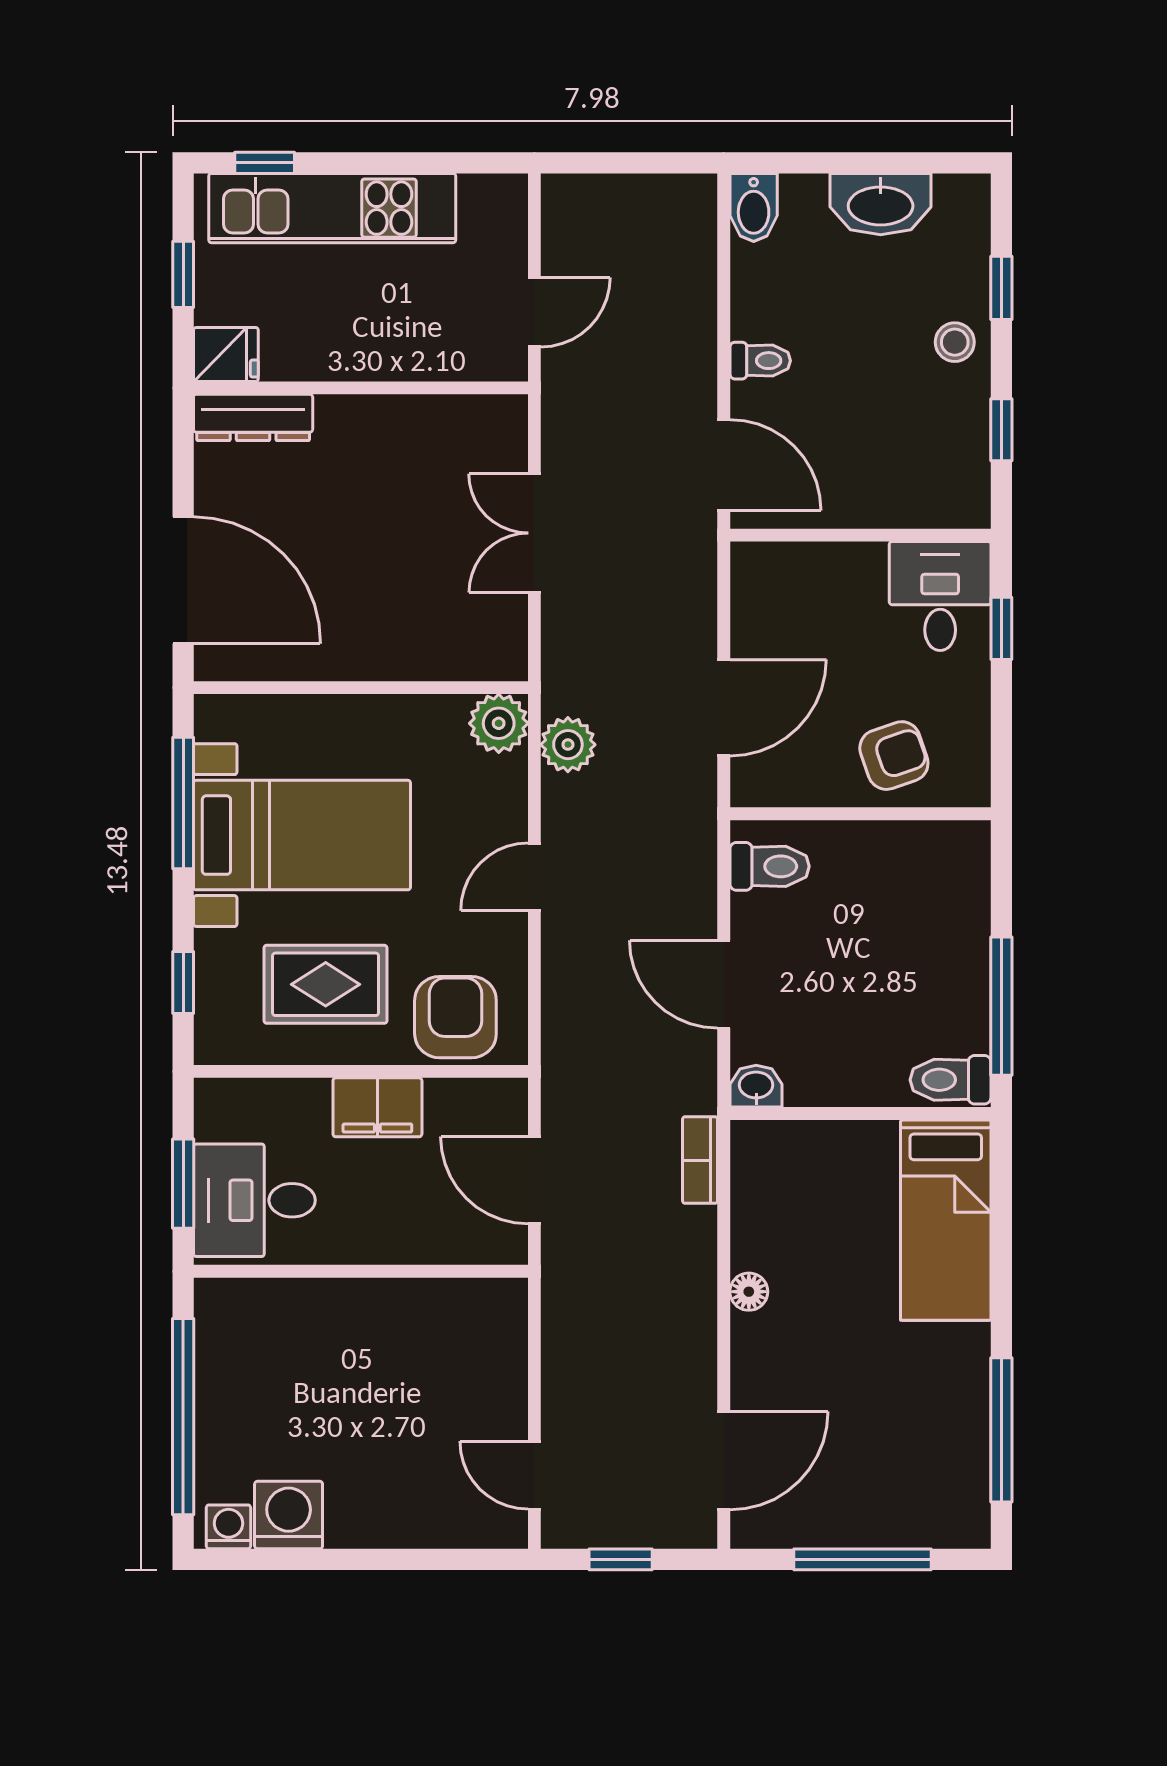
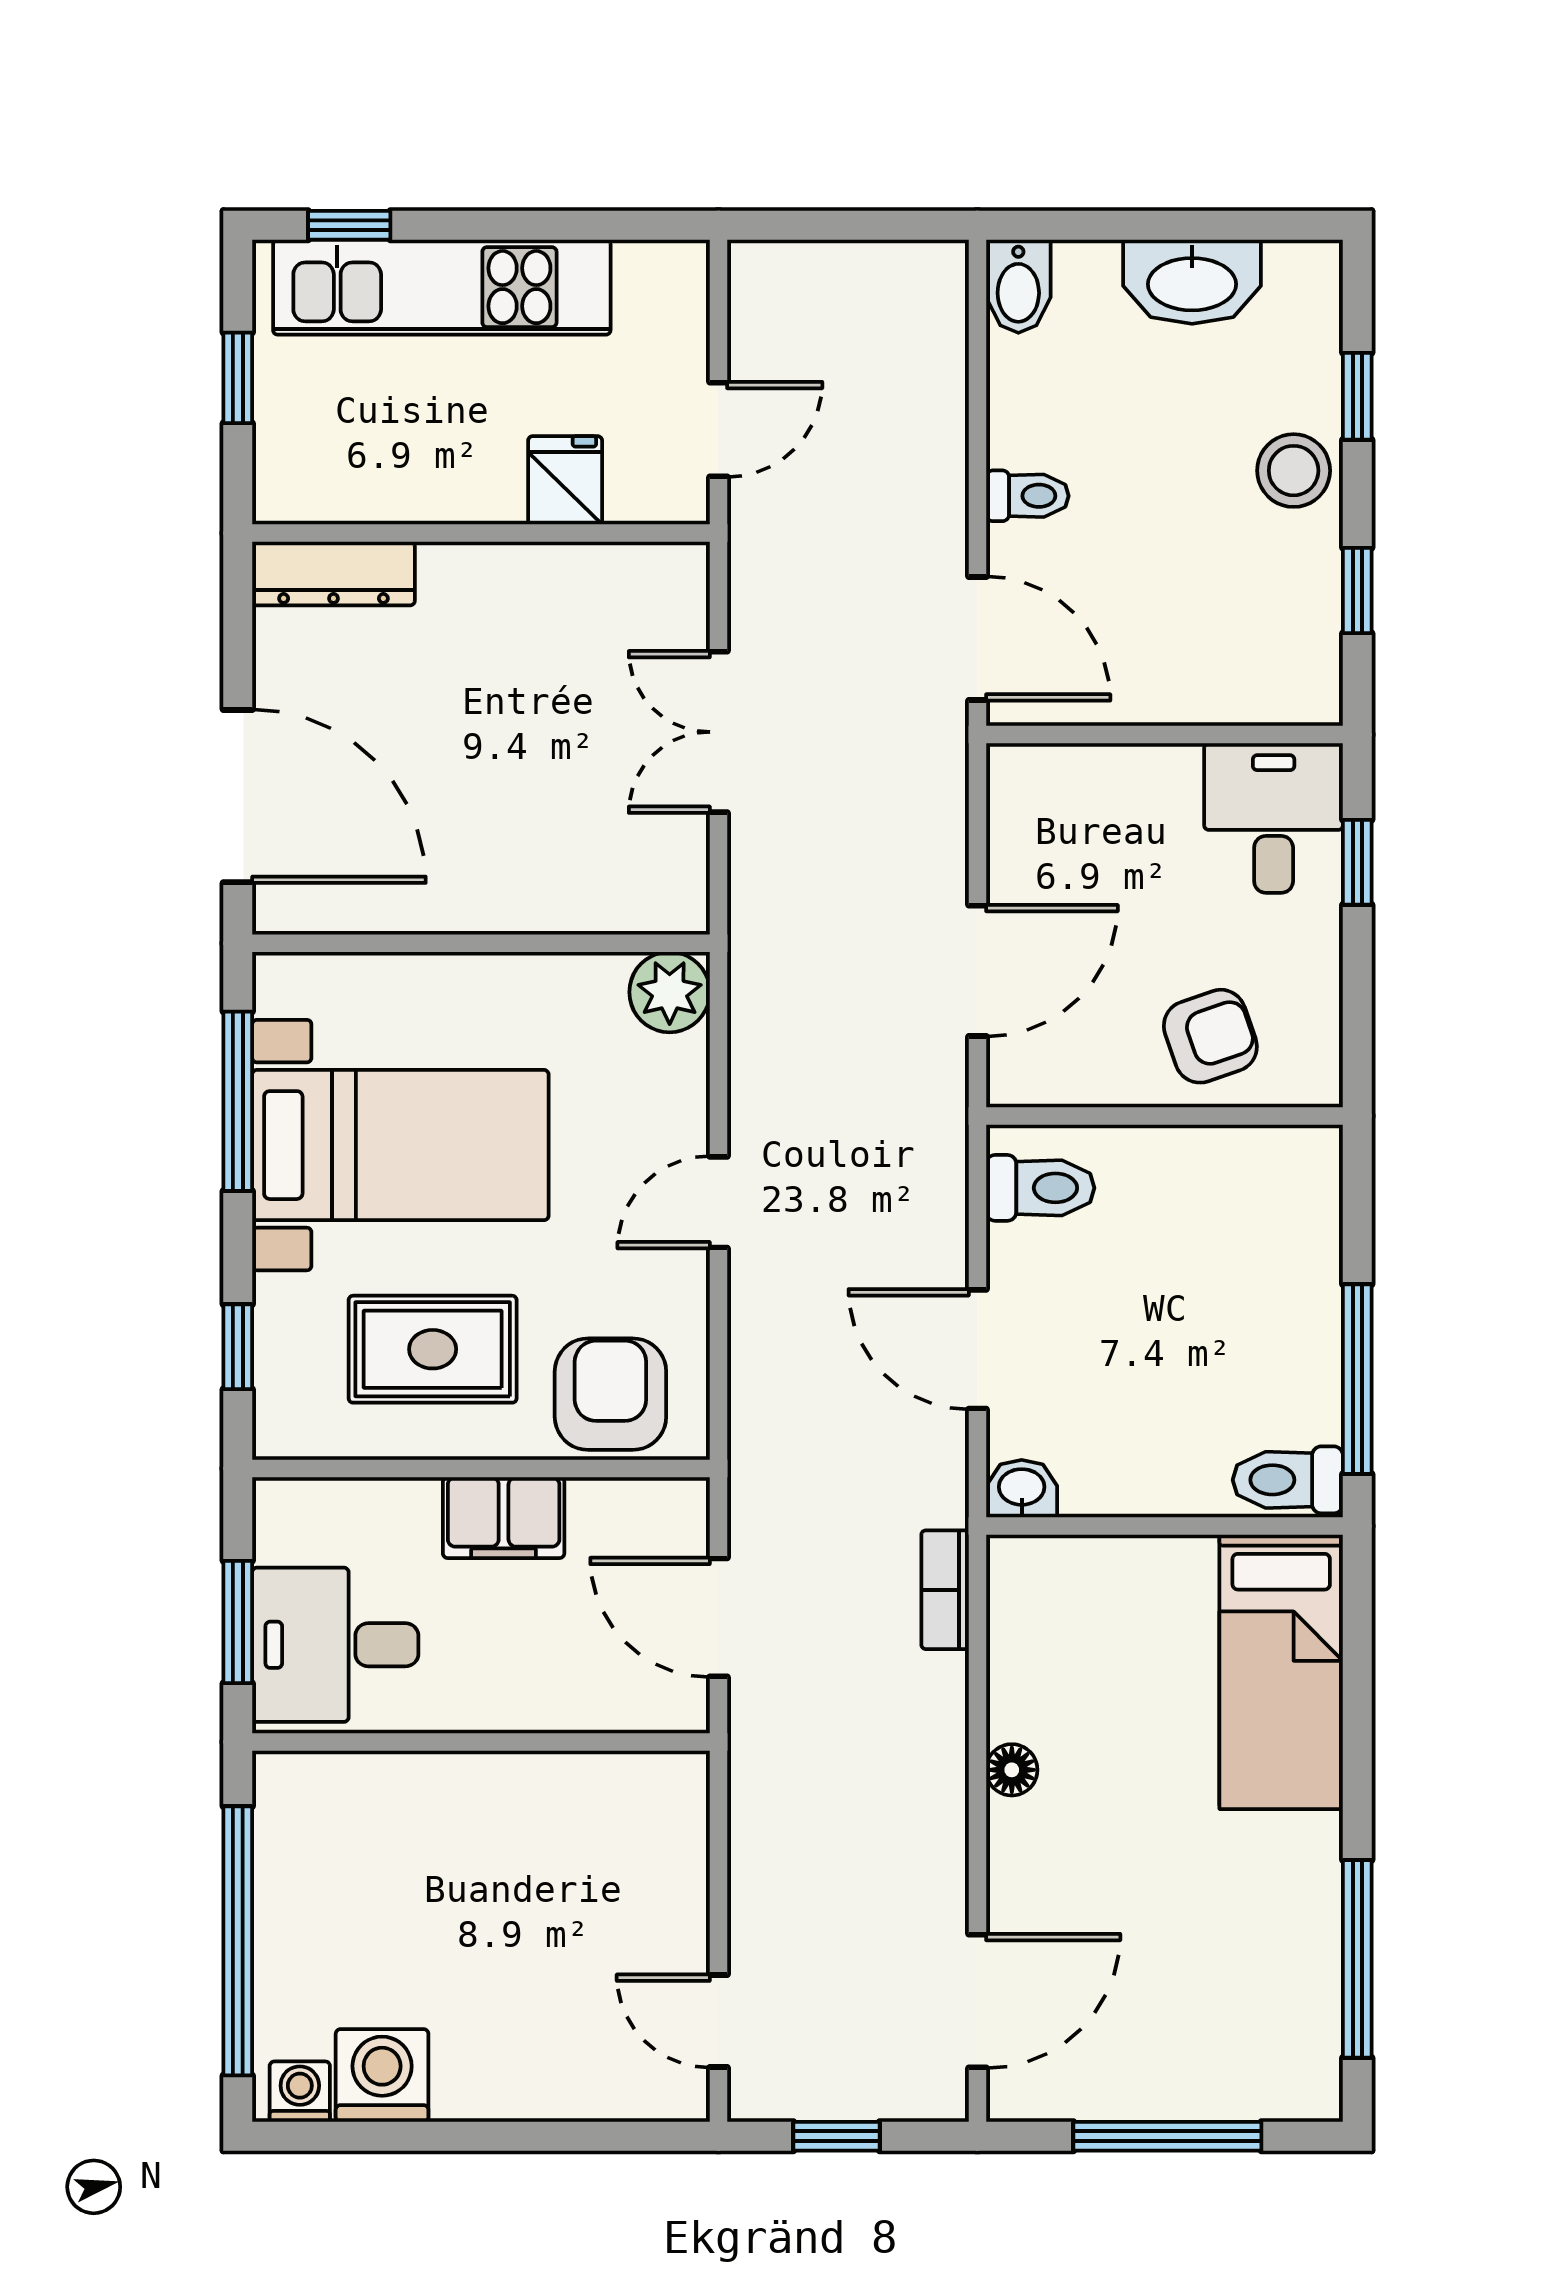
stool: (955, 342) -> (1294, 471), width x1.37, depth x1.37
fridge: (226, 354) -> (565, 480), moved, turned -90
plant: (568, 745) -> (764, 1021), removed

